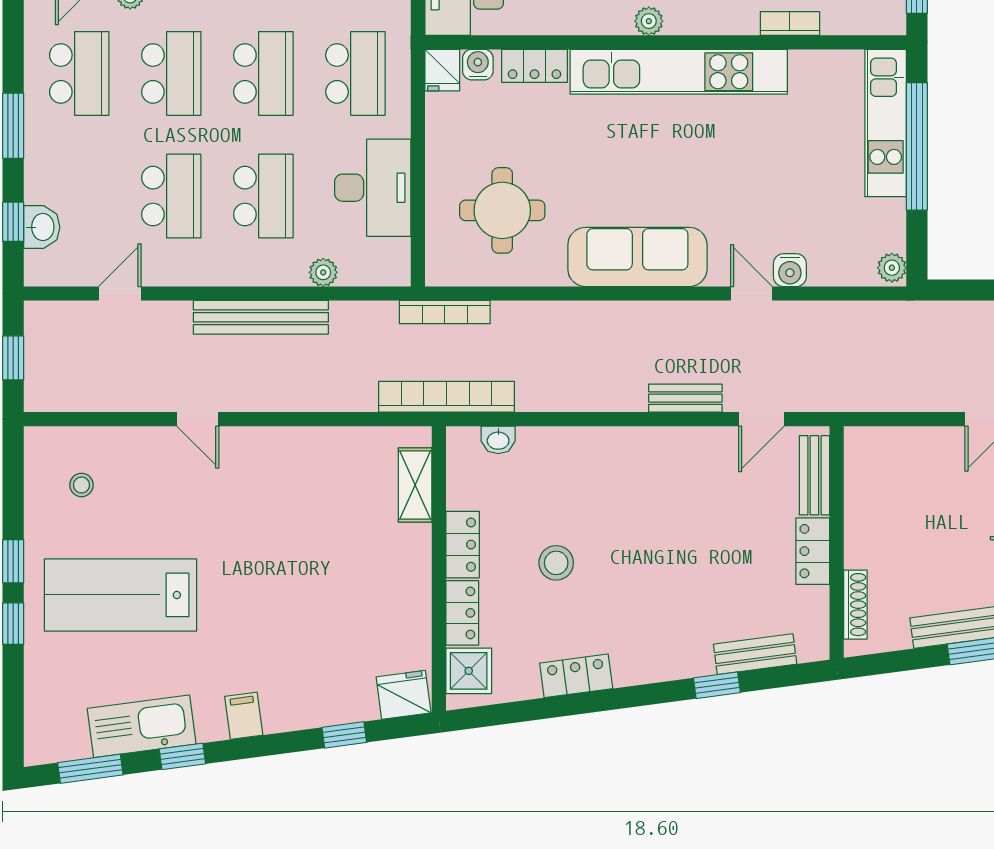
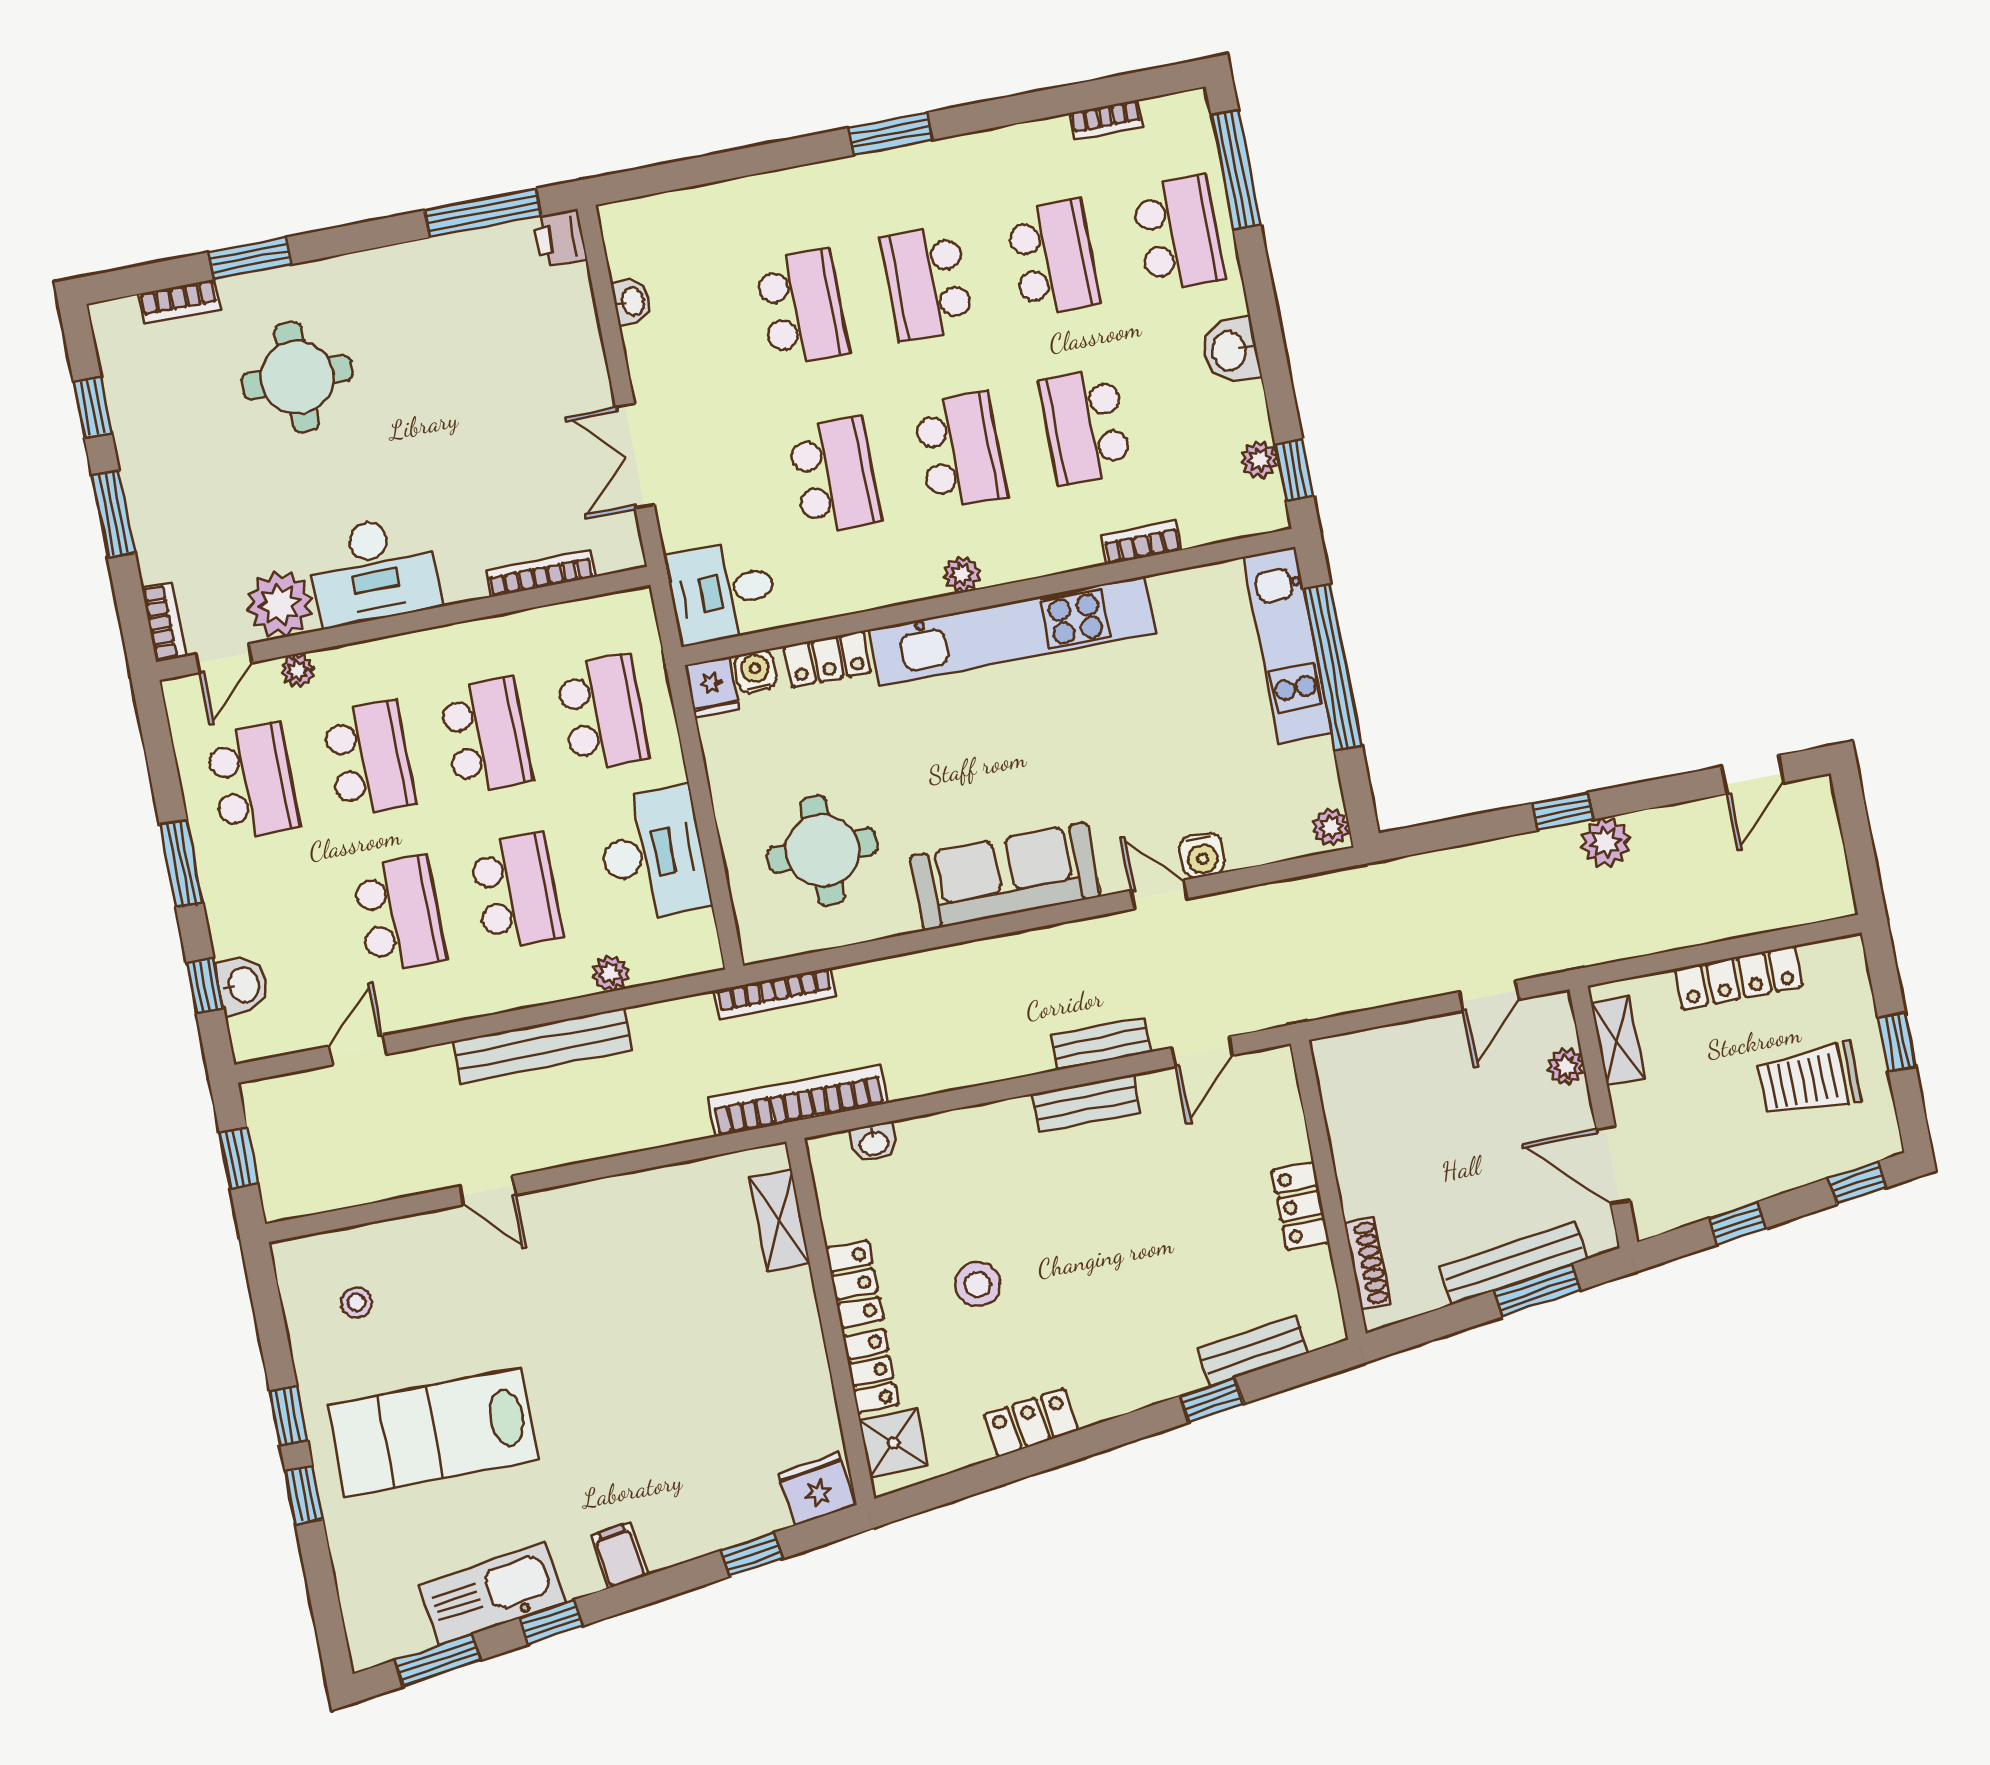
bench: (814, 475) -> (1086, 1103), moved, turned 90

